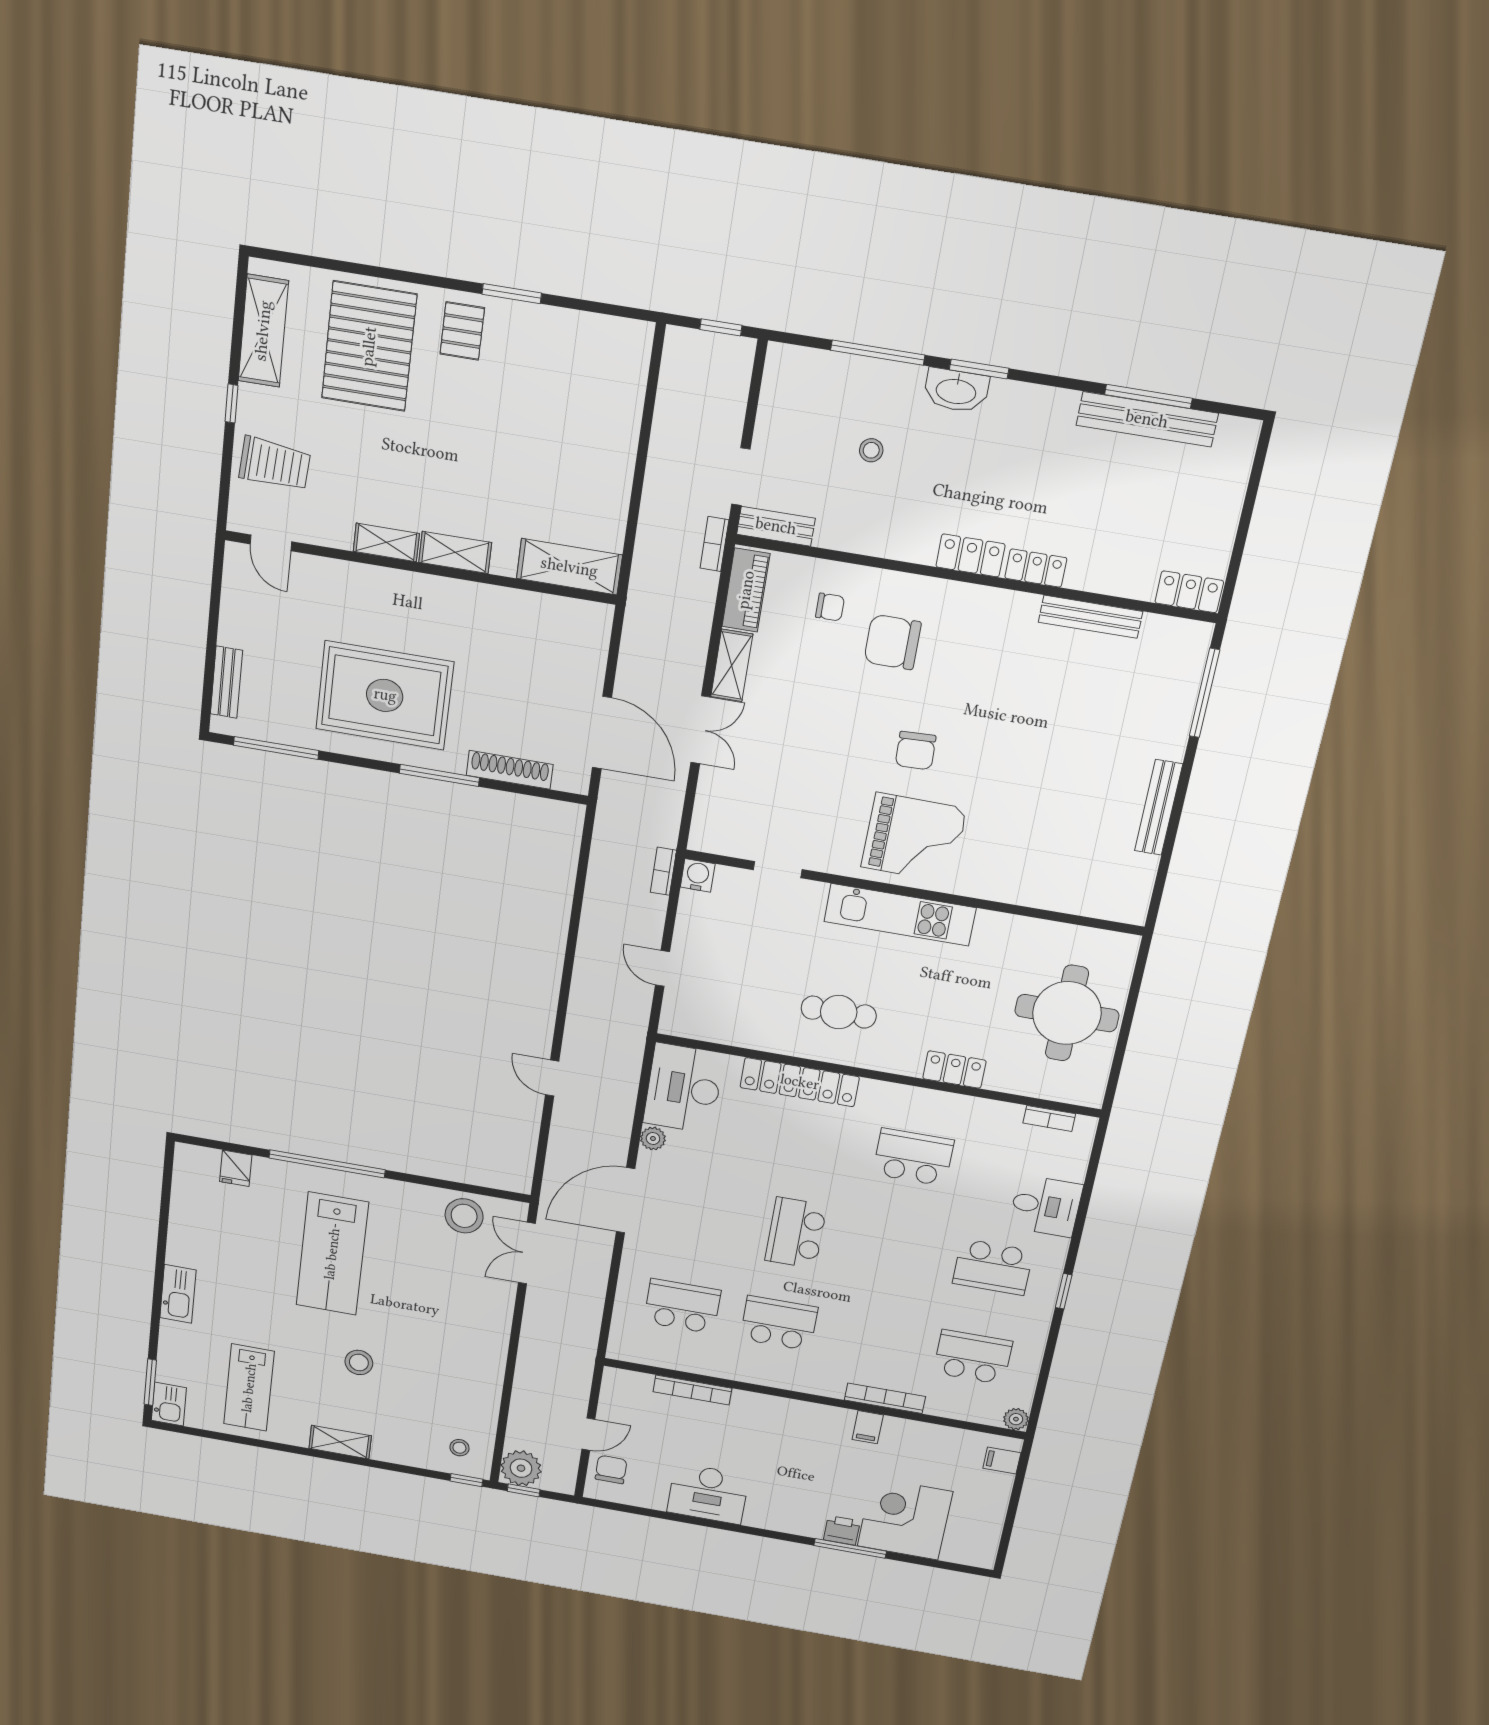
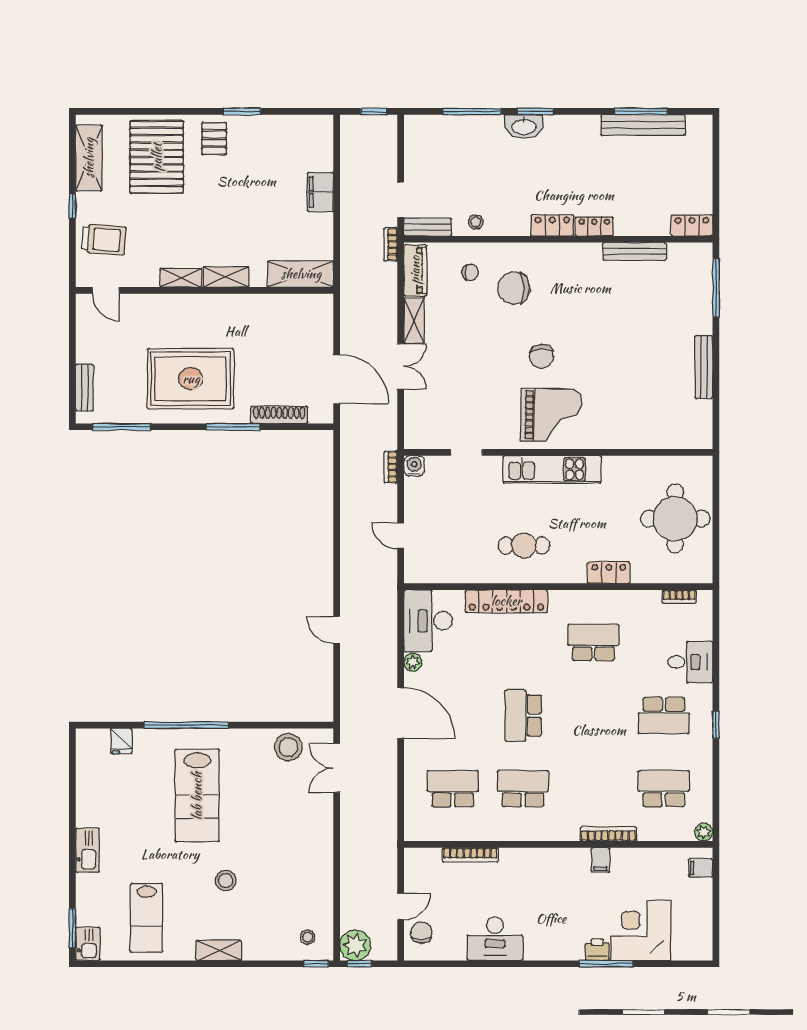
filing cabinet: (618, 444) -> (320, 192), added
stool: (871, 450) -> (476, 222), moved
door: (626, 1200) -> (401, 713), swing flipped

